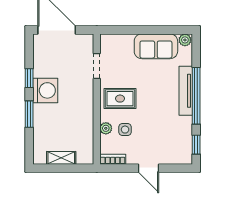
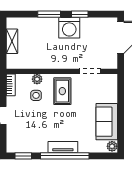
tv unit: (186, 91) -> (63, 147), width x0.71

